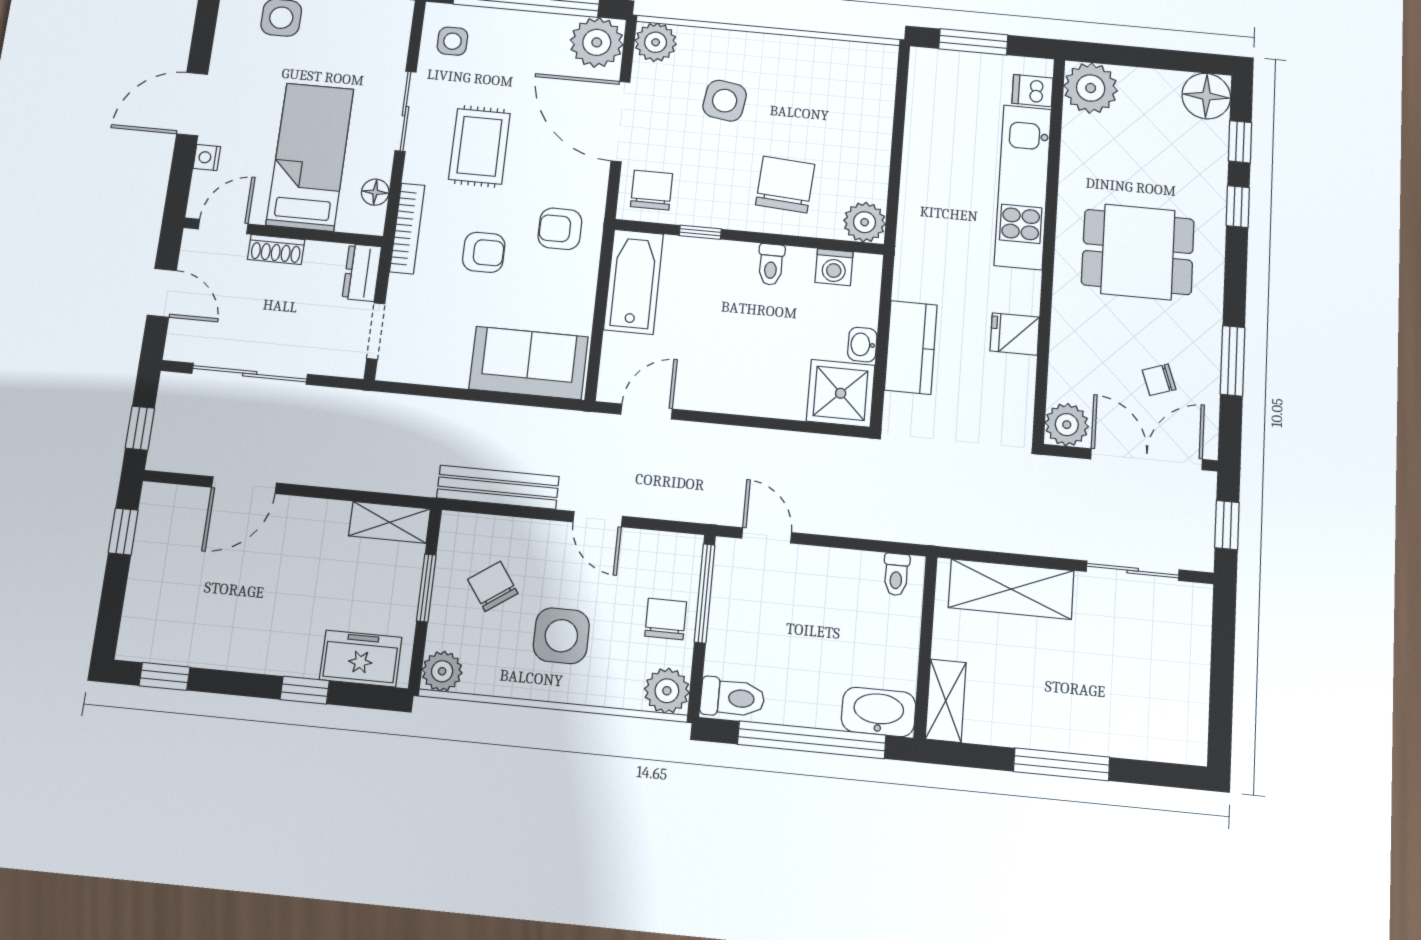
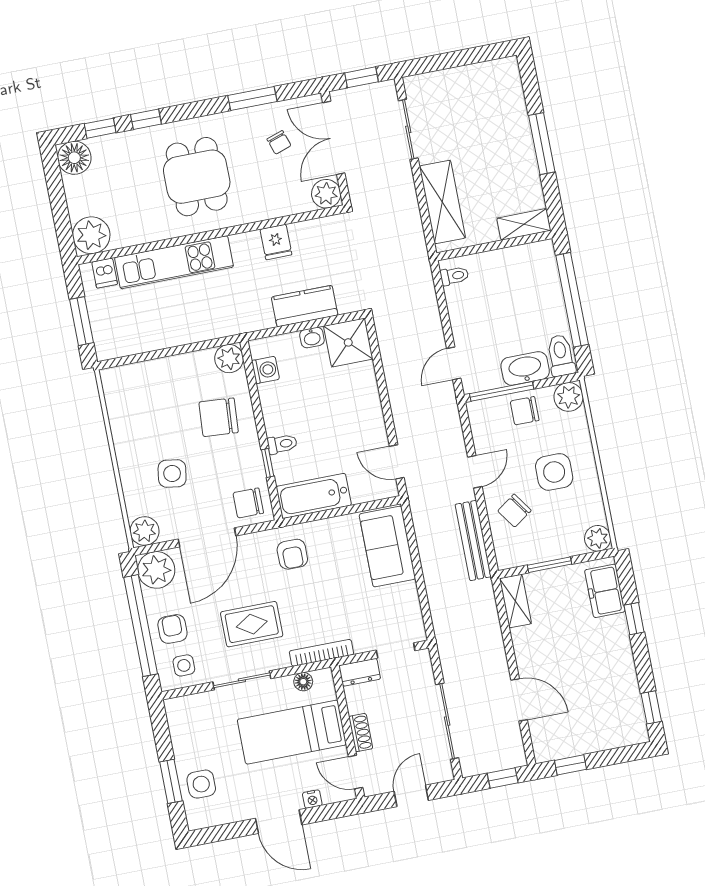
armchair: (484, 252) -> (172, 629), moved
toilet: (771, 264) -> (282, 444), moved
chair: (493, 586) -> (514, 511), moved
washbasin: (879, 712) -> (525, 368), moved, turned 90

